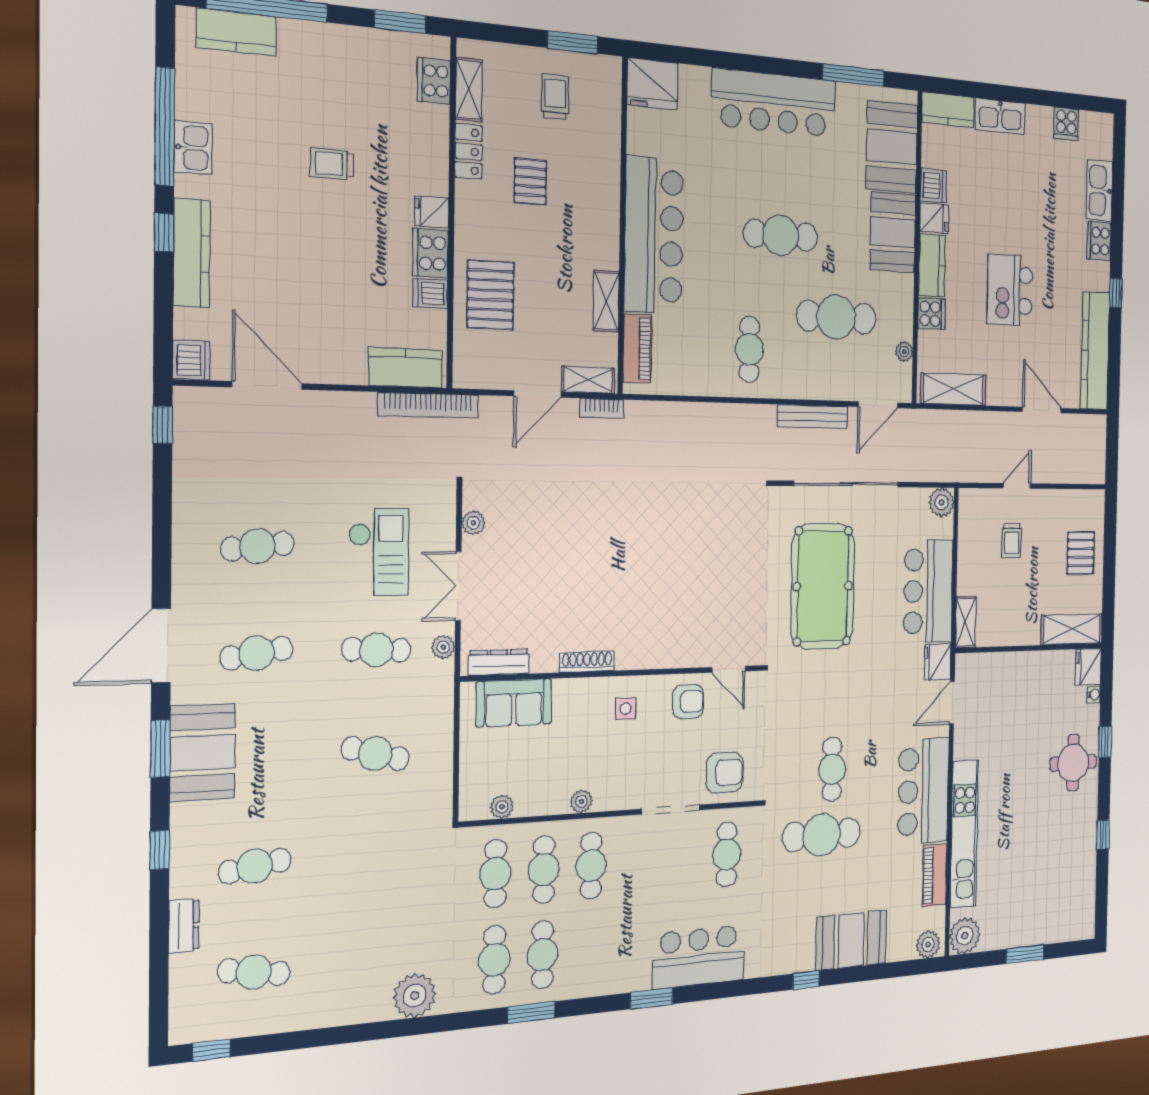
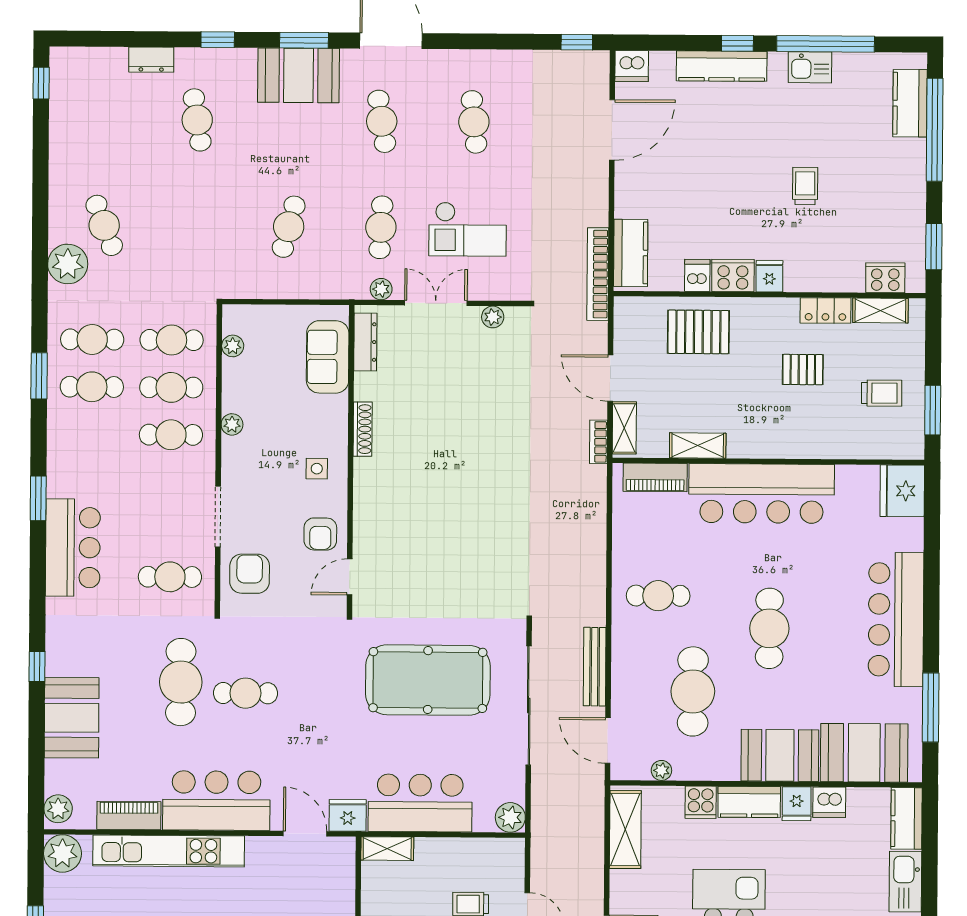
armchair: (725, 773) -> (250, 574), turned 180
cafe table: (254, 972) -> (104, 225), moved, turned -30

